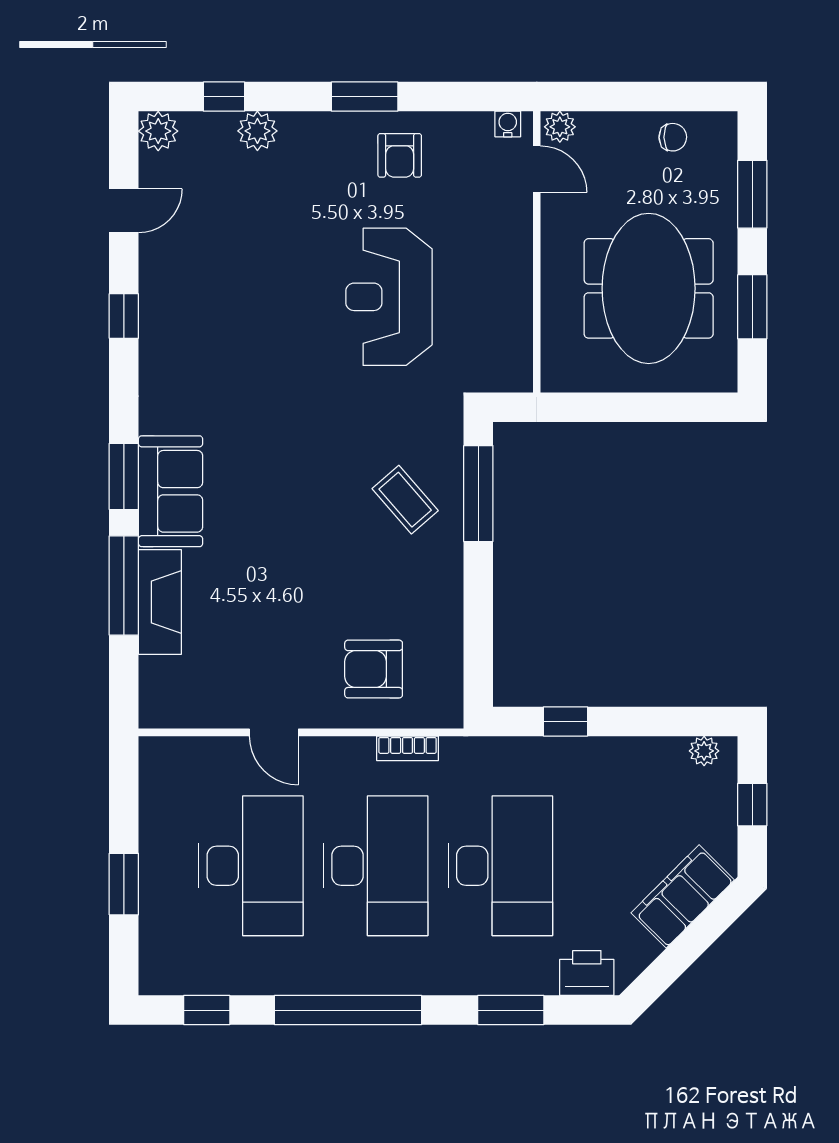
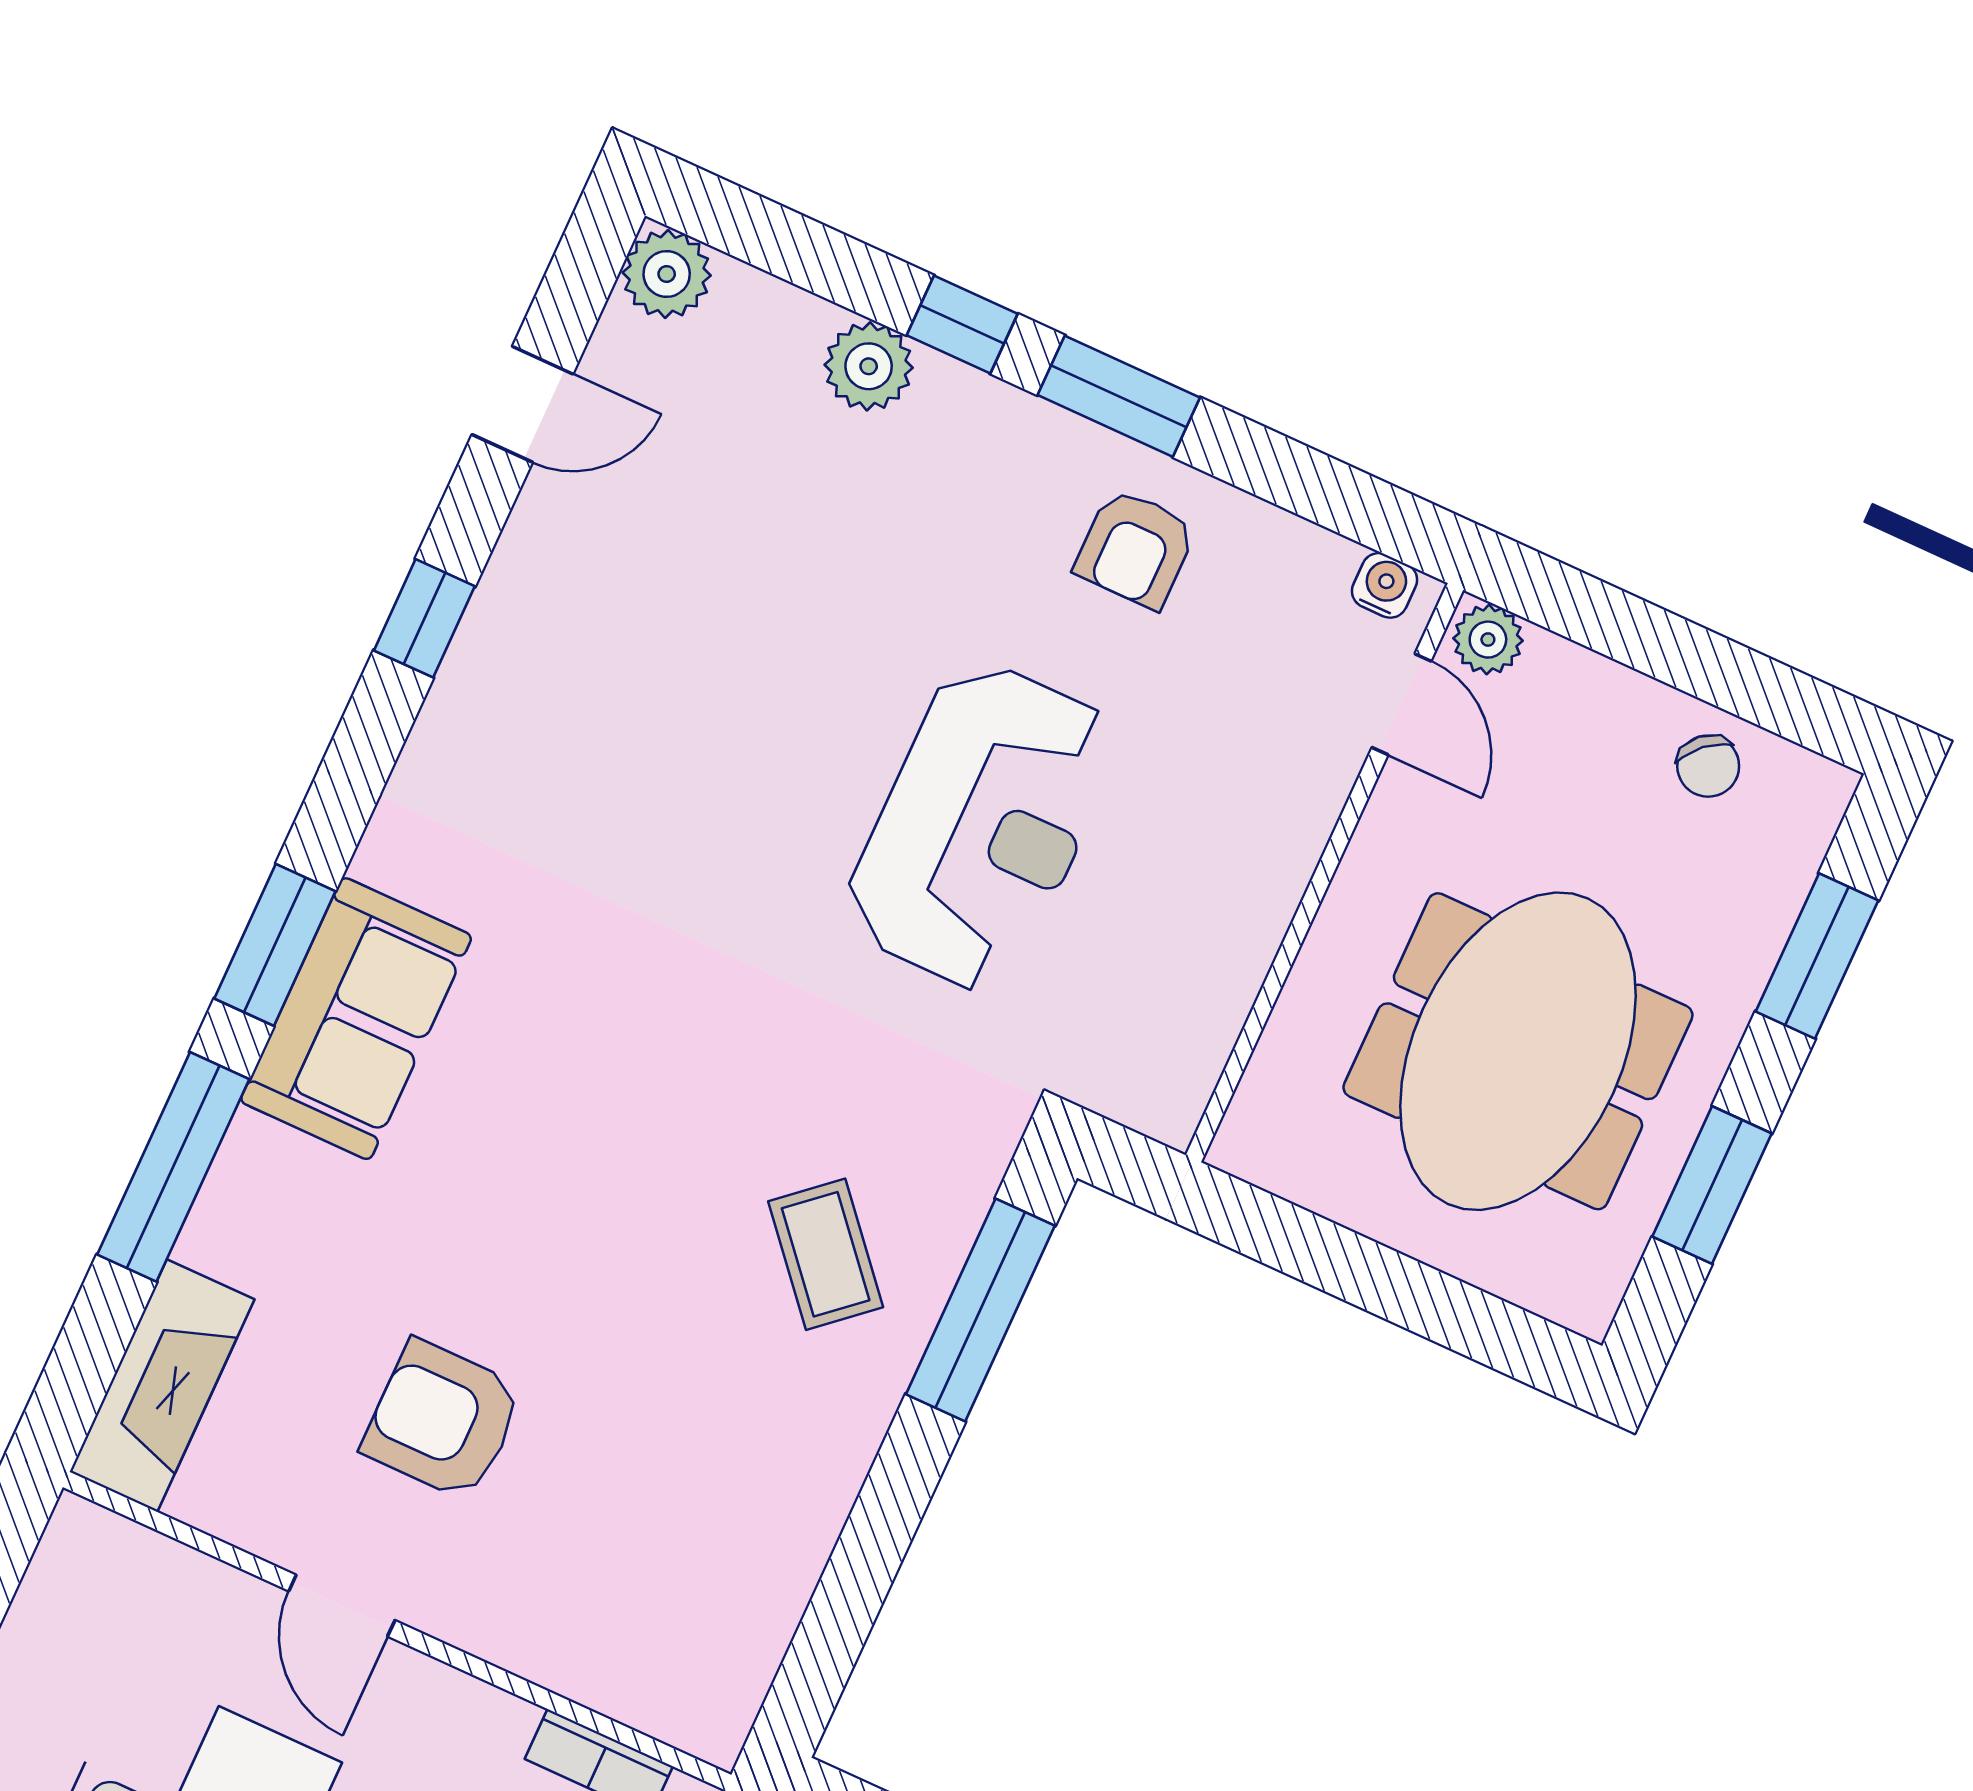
window: (224, 97) -> (962, 324), moved
chair: (673, 137) -> (1708, 766), turned 49
reception desk: (389, 297) -> (982, 826), turned 180
fireplace: (160, 602) -> (162, 1386), moved
armchair: (374, 669) -> (443, 1420), moved

